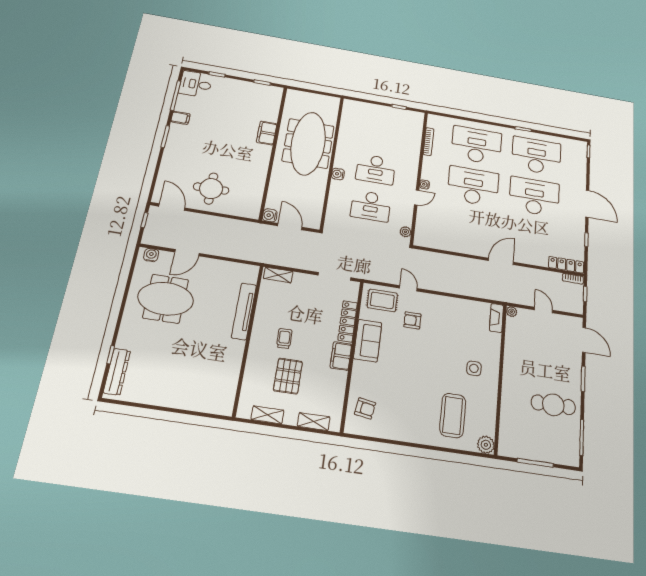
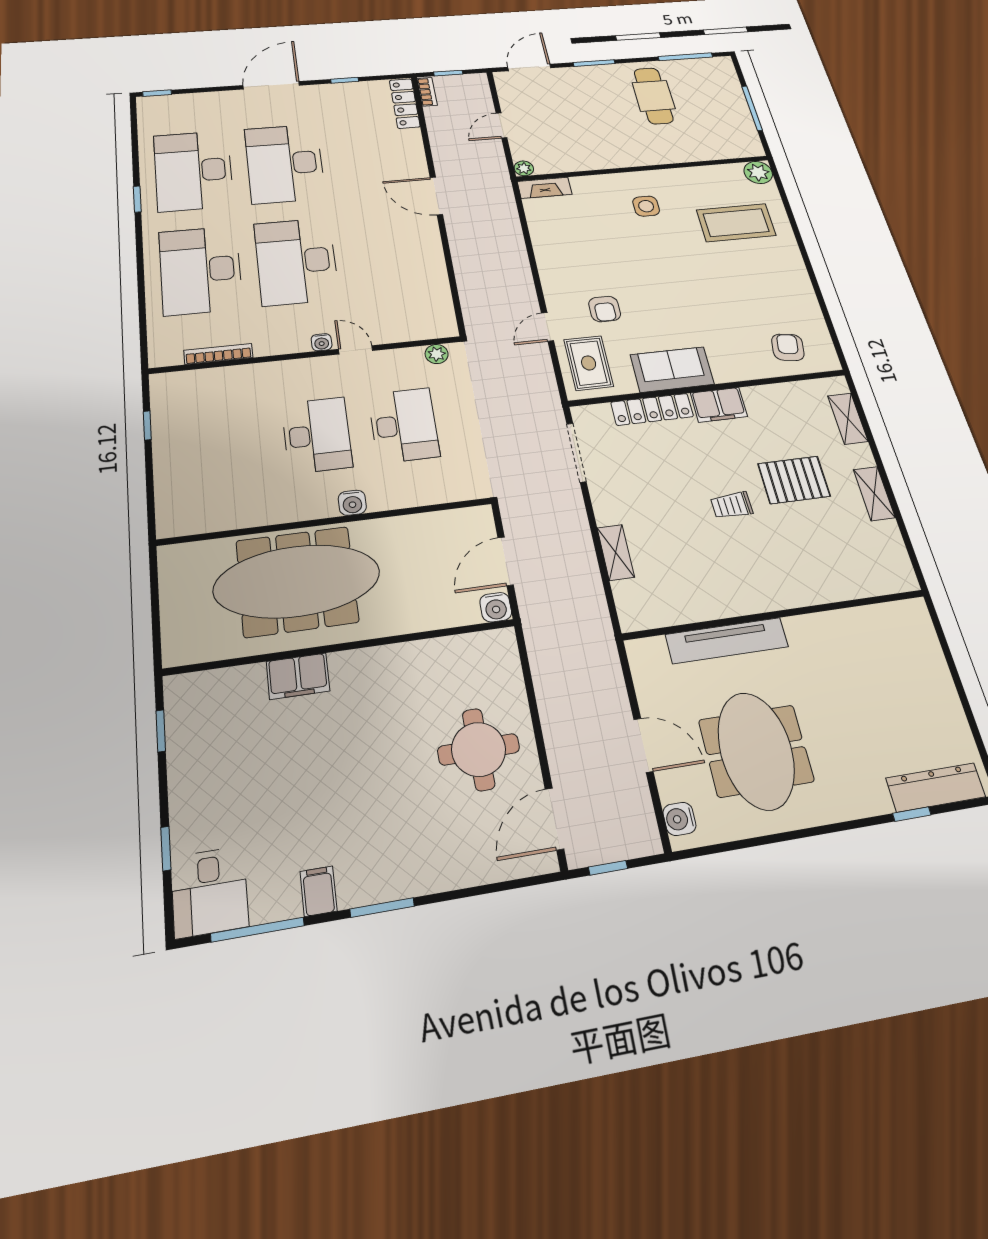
tv unit: (244, 311) -> (727, 641), moved
wall: (248, 339) -> (775, 615), moved

